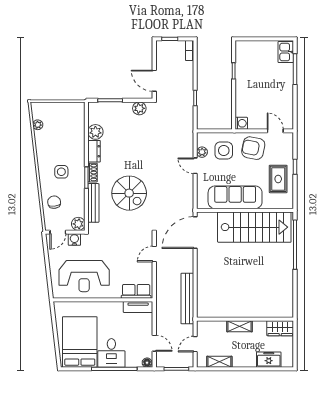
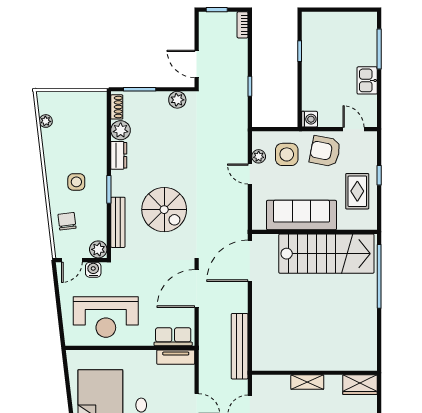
kitchen sink: (286, 52) -> (367, 80), moved
shoe rack: (93, 173) -> (117, 107), moved
door: (154, 254) -> (197, 289), width x1.88

